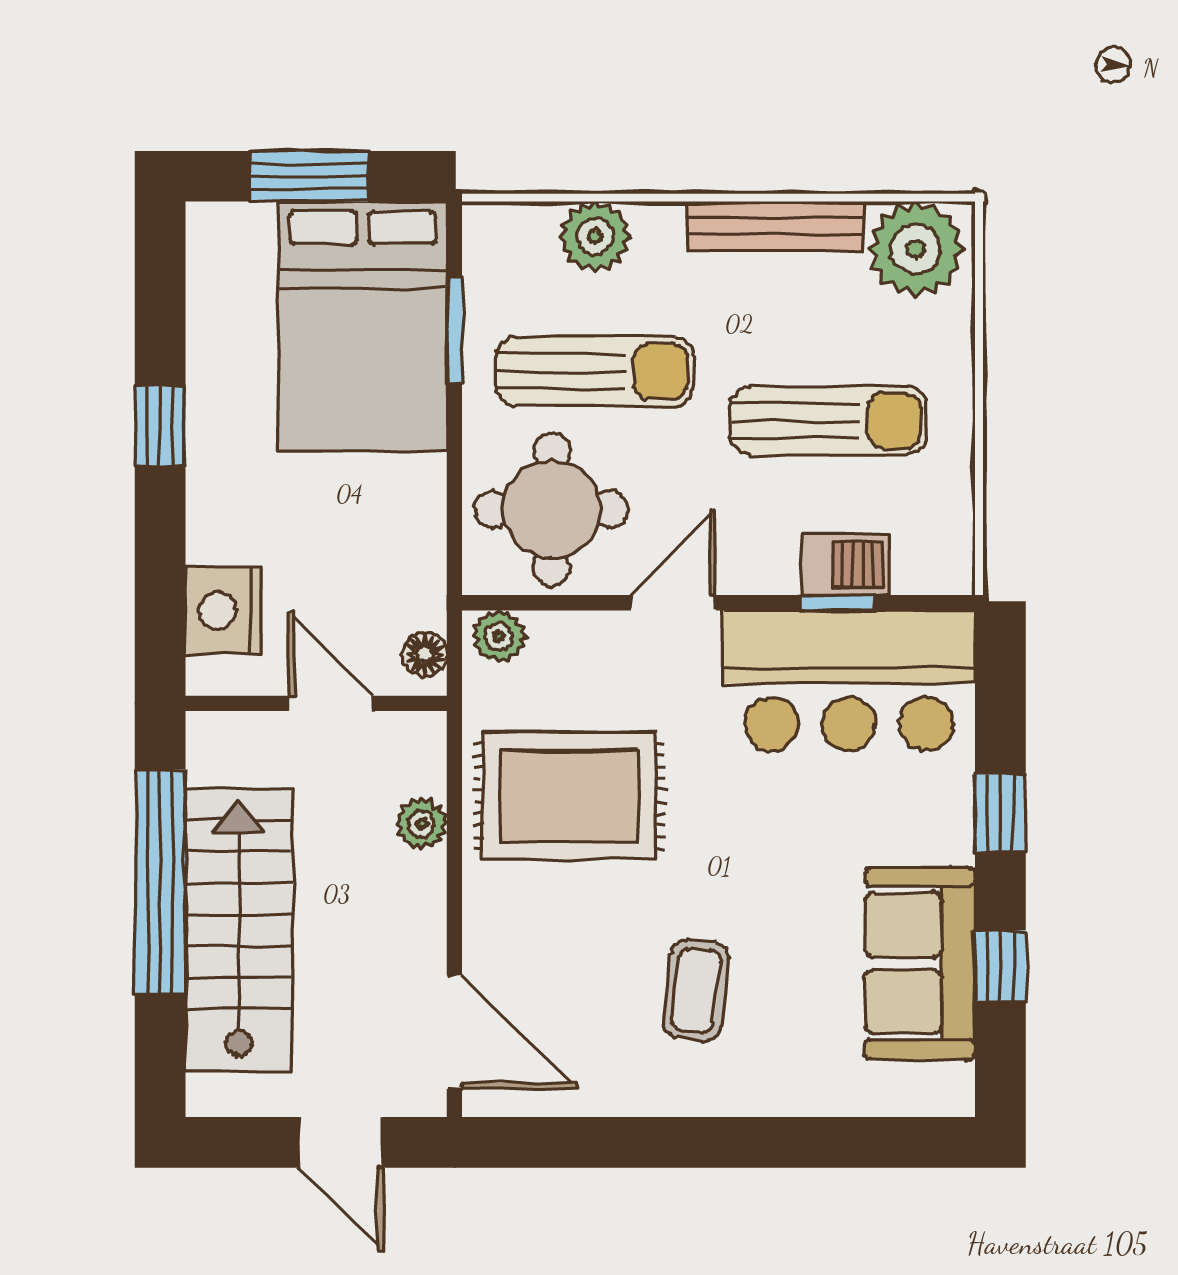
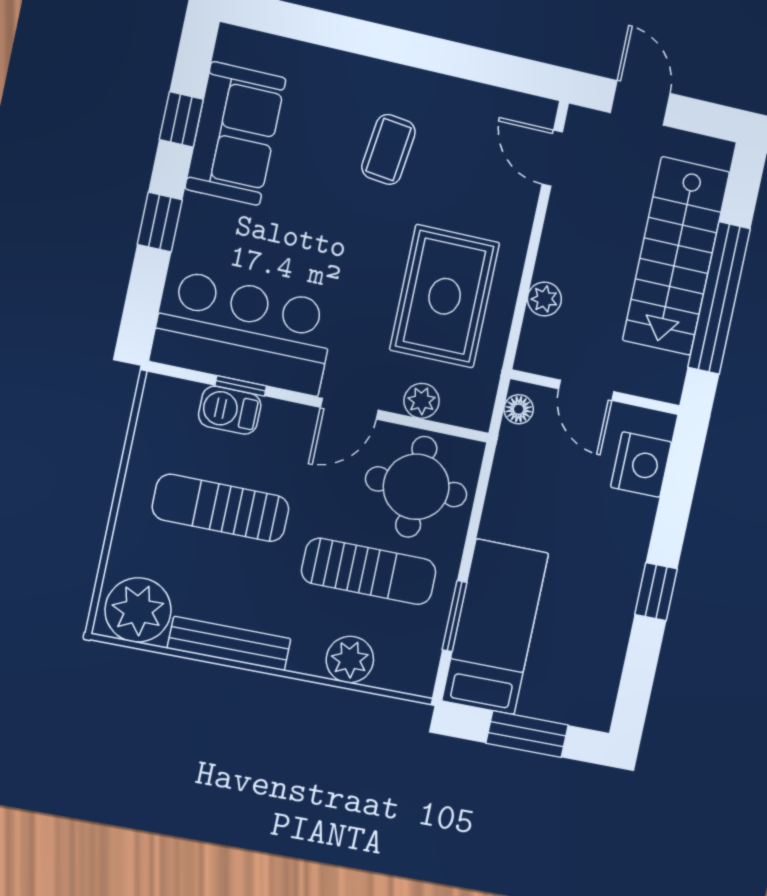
bed: (363, 326) -> (495, 627), width x0.67
sun lounger: (595, 371) -> (369, 571), turned 180
plant: (499, 636) -> (422, 401), moved
rug: (569, 796) -> (445, 296), turned 90
door: (454, 1032) -> (552, 158), width x0.73

